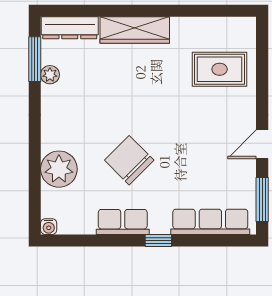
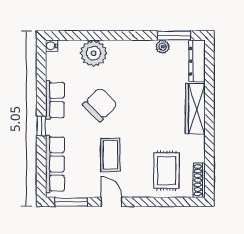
shoe rack: (233, 25) -> (199, 180), added
coffee table: (198, 146) -> (110, 155), added

